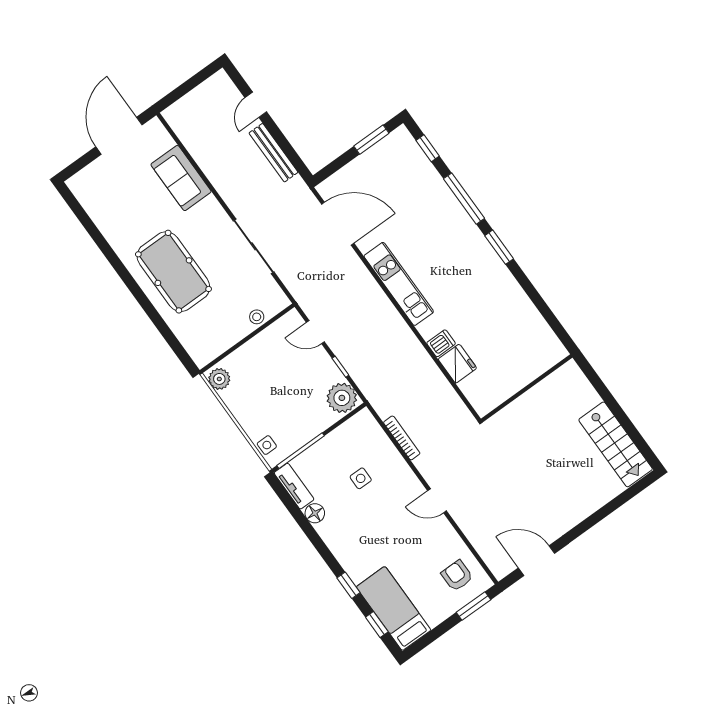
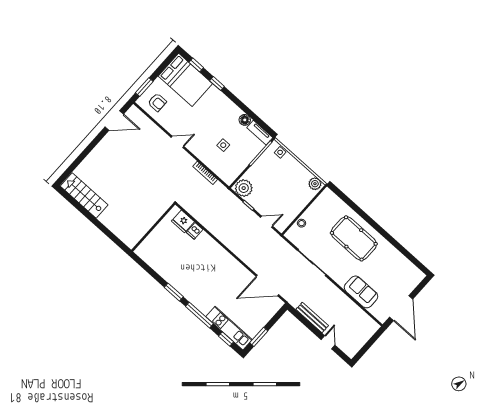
kitchen unit: (399, 284) -> (229, 328), moved, turned 180
wall: (527, 388) -> (153, 227), moved
bed: (394, 608) -> (185, 80), width x1.50

